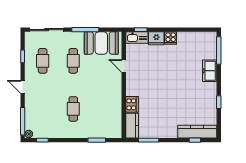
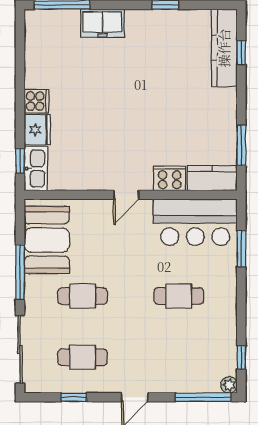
door: (124, 66) -> (126, 195), moved
bar counter: (110, 117) -> (195, 222), added

